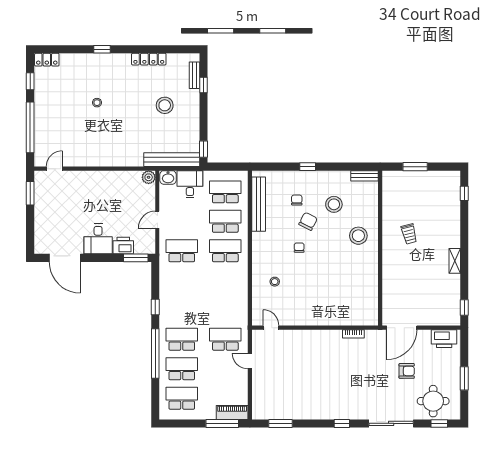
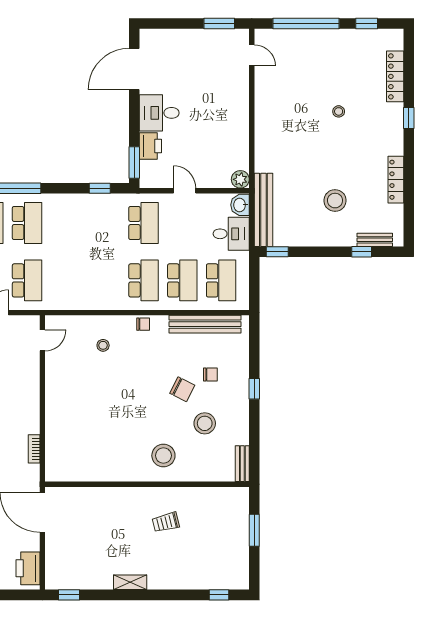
locker: (47, 60) -> (395, 76), moved, width x1.53
chair: (299, 248) -> (143, 324), moved
window: (155, 307) -> (100, 188), moved

